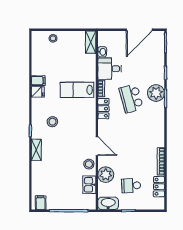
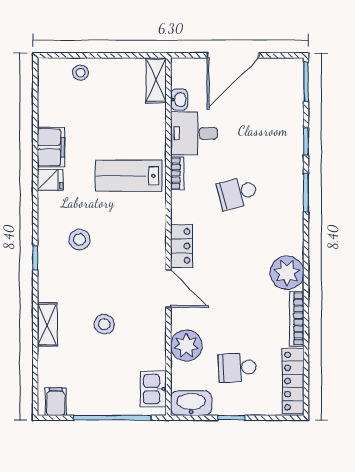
door: (139, 30) -> (233, 55), moved
filing cabinet: (38, 81) -> (51, 147), width x2.00
plant: (156, 93) -> (287, 273), moved
school desk: (131, 98) -> (237, 193), width x0.54
locker: (103, 109) -> (182, 246), moved
shelving: (36, 150) -> (47, 325), moved
stool: (89, 164) -> (104, 324), moved
kitchen sink: (89, 185) -> (153, 389), moved
locker: (159, 187) -> (293, 381), width x1.53

